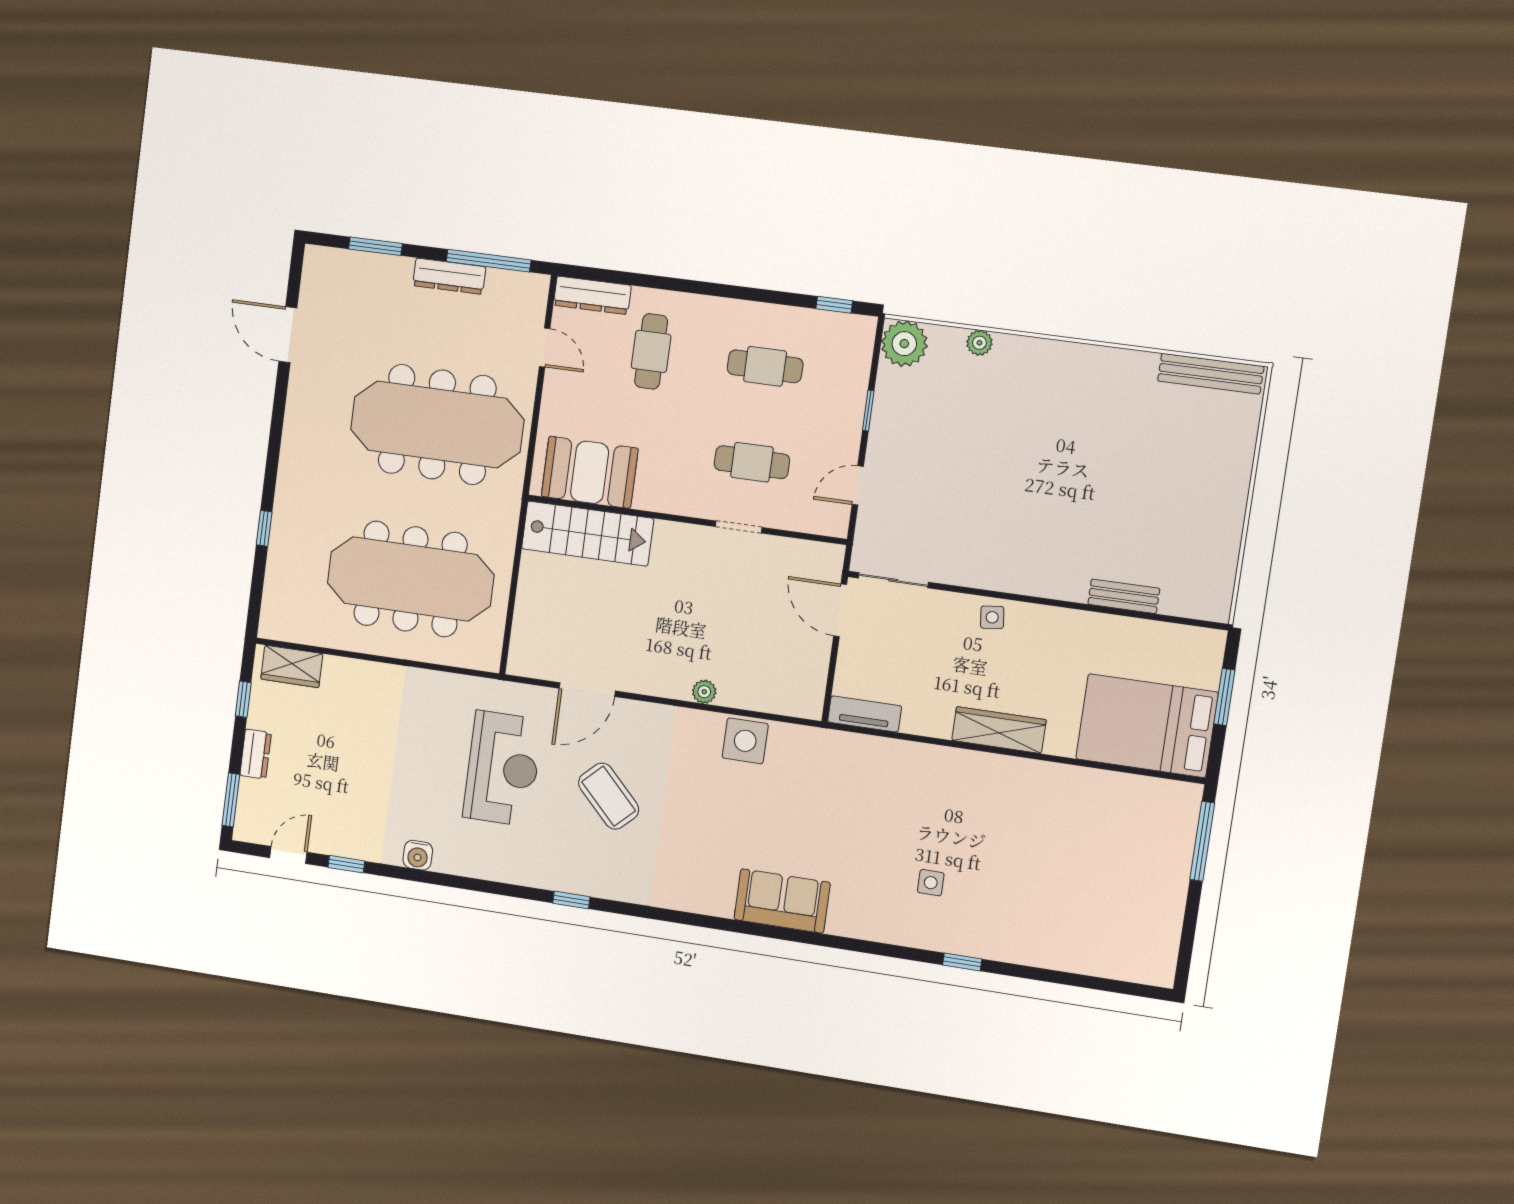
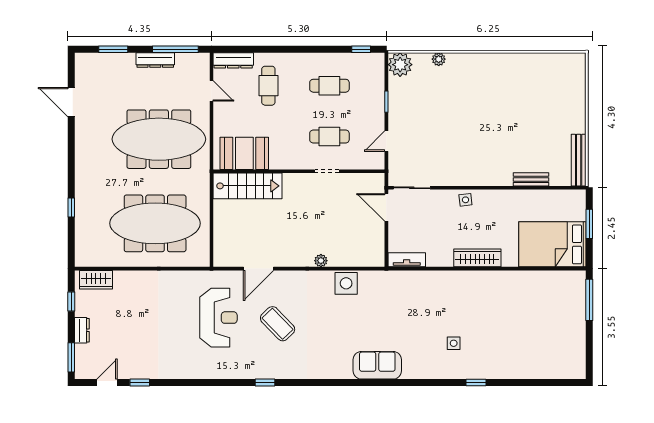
bench: (1211, 374) -> (579, 160), moved, turned 90
water cooler: (418, 855) -> (178, 371), removed

